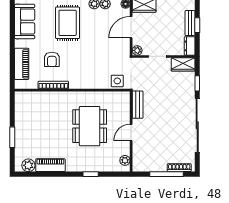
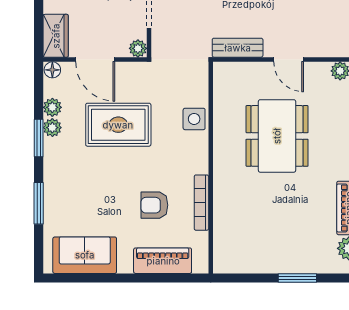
rug: (68, 23) -> (118, 125), moved
armchair: (52, 59) -> (154, 205), turned 180
side table: (117, 81) -> (194, 119), moved
dining table: (90, 126) -> (277, 136), turned 90

